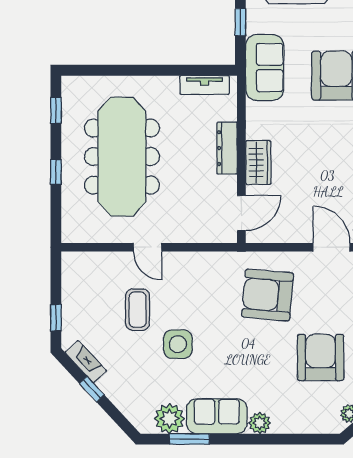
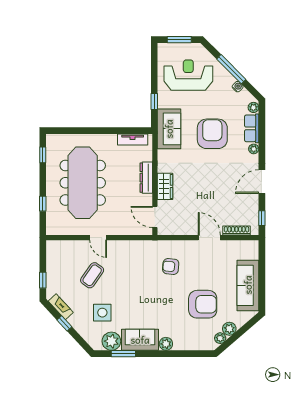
window: (56, 172) -> (43, 204), moved
door: (241, 213) -> (155, 217), swing flipped
armchair: (268, 295) -> (171, 266), width x0.53, depth x0.53
coffee table: (138, 310) -> (92, 275), turned 35
side table: (178, 344) -> (102, 313), moved
armchair: (321, 357) -> (203, 304), turned 90

